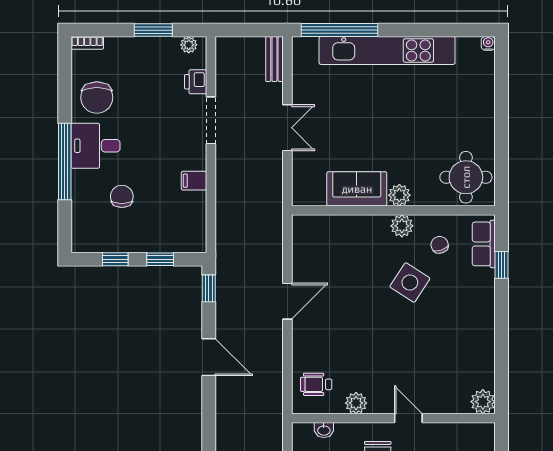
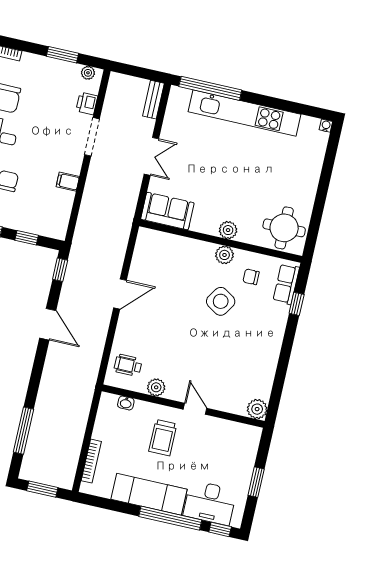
sofa: (357, 189) -> (167, 211), moved
chair: (440, 245) -> (251, 277), turned -72

